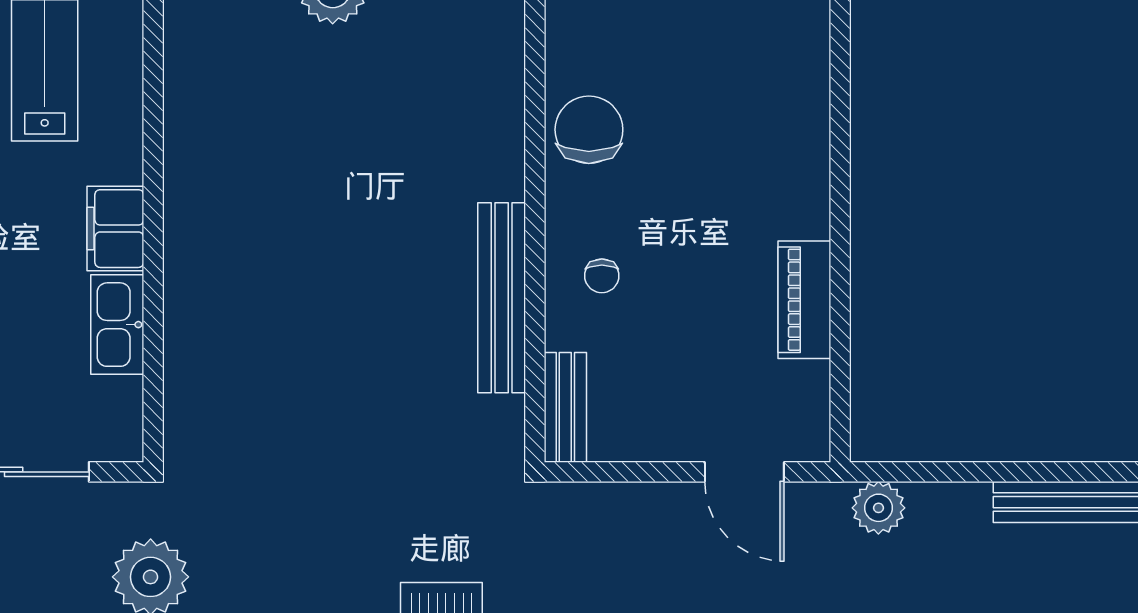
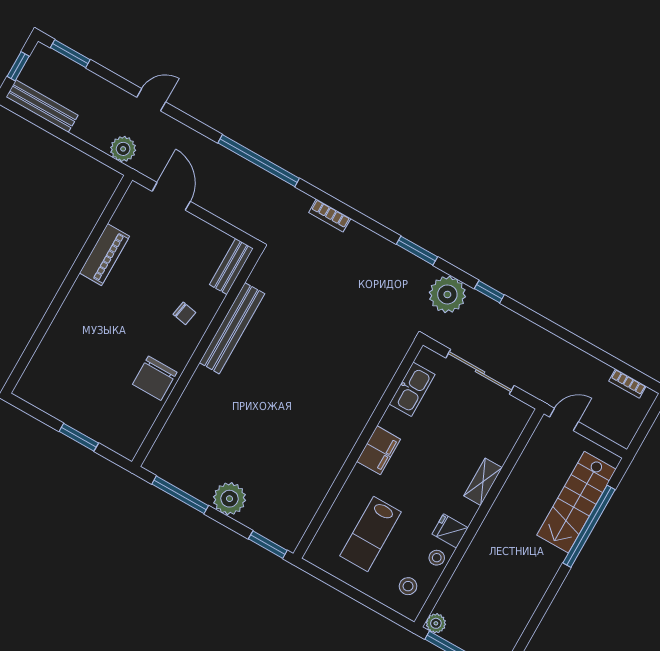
chair: (602, 276) -> (184, 313), turned 100
kitchen sink: (117, 325) -> (412, 389), moved

